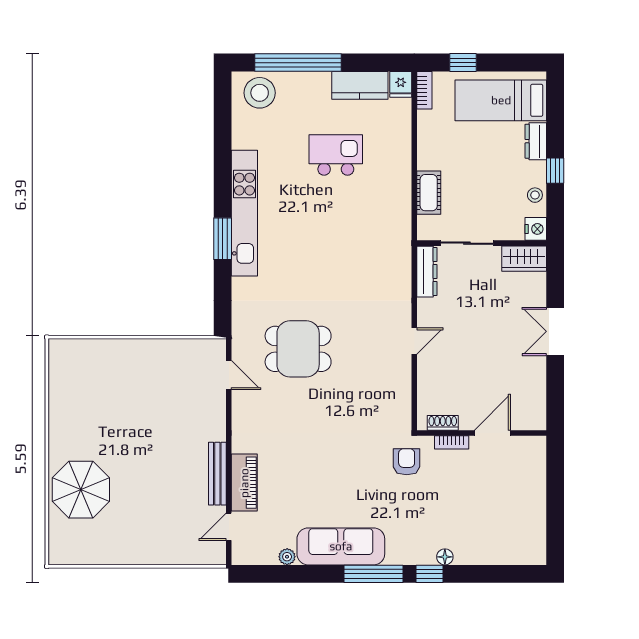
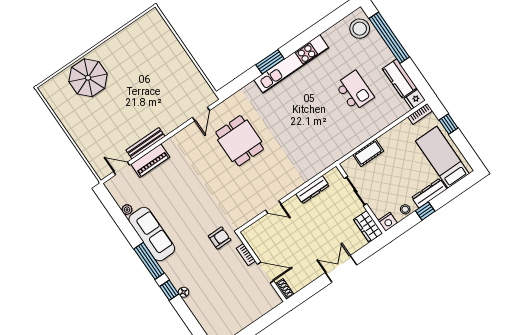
dresser: (536, 141) -> (429, 193), width x1.44
dresser: (427, 272) -> (312, 190), moved
door: (414, 341) -> (273, 207), moved
shoe rack: (443, 423) -> (285, 289), moved

